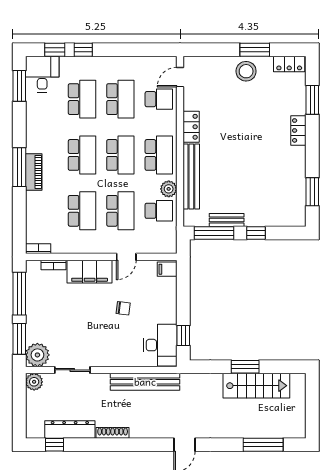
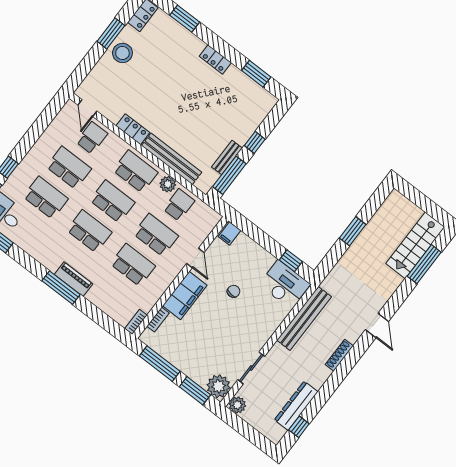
locker: (298, 130) -> (215, 59), moved
stairs: (256, 386) -> (415, 245), moved, turned 180
shoe rack: (113, 433) -> (339, 355), moved

